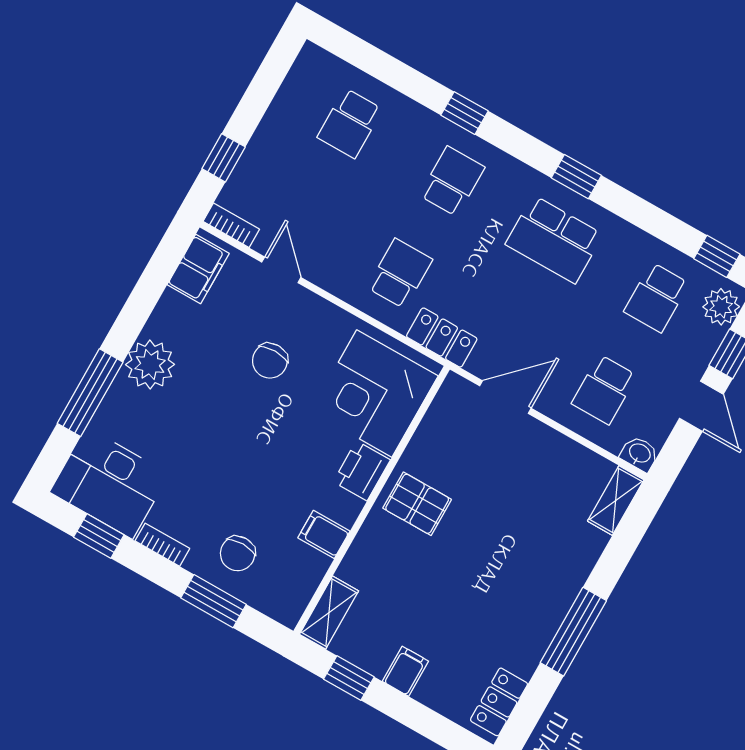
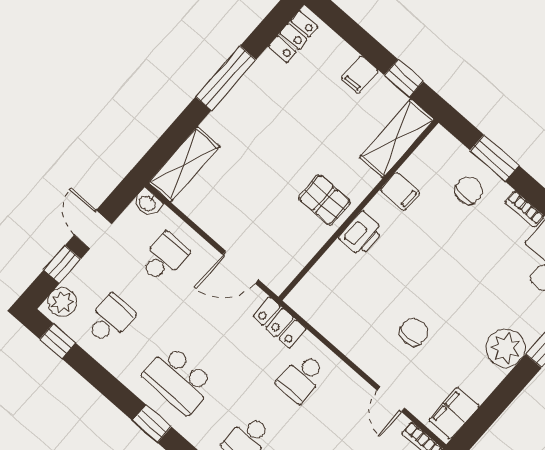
school desk: (554, 239) -> (179, 379), turned 180
corner desk: (374, 394) -> (340, 291), removed
shelving: (616, 500) -> (184, 164), width x1.50, depth x1.33
shelving: (329, 613) -> (397, 138), width x1.50, depth x1.33

